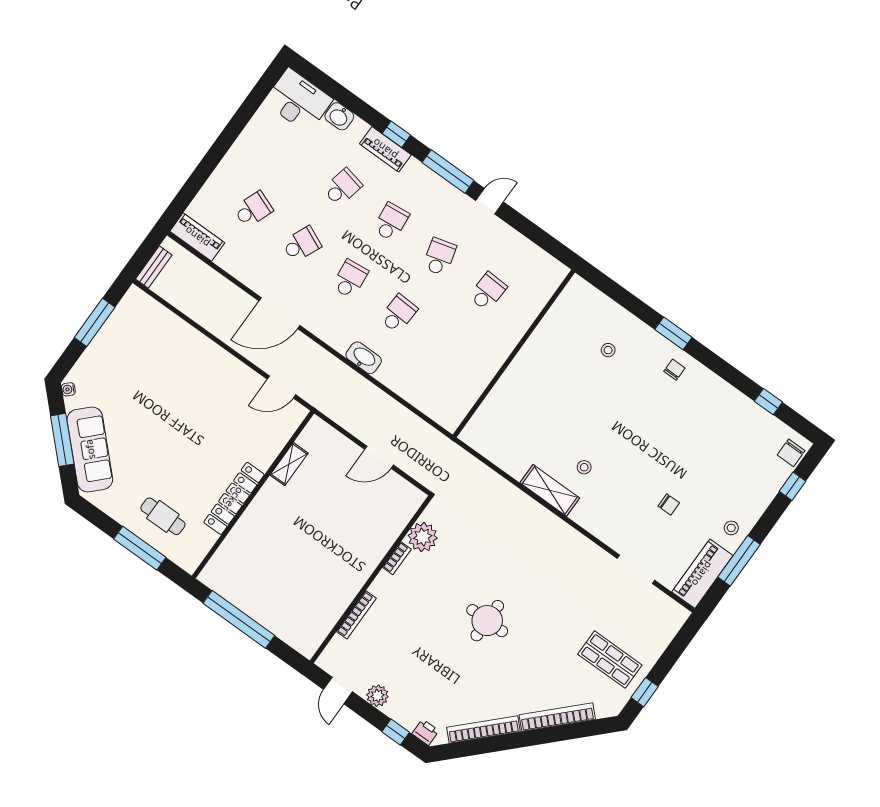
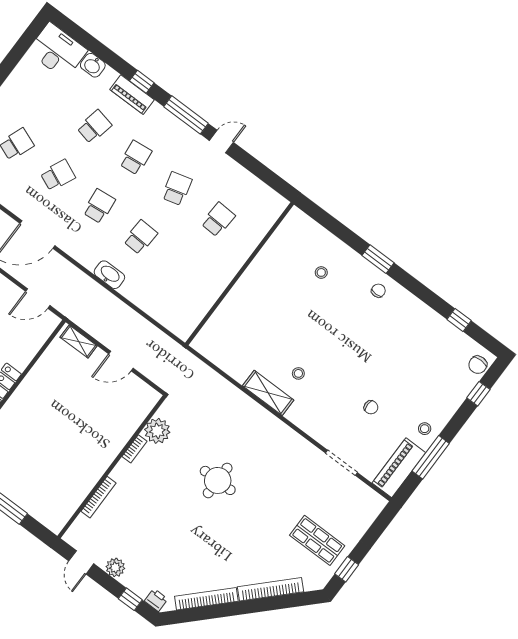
shelving: (289, 464) -> (79, 342), moved, turned 90
round table: (487, 621) -> (218, 480), moved

